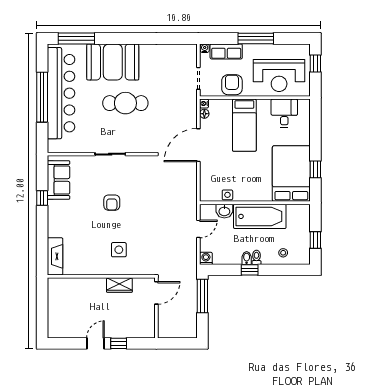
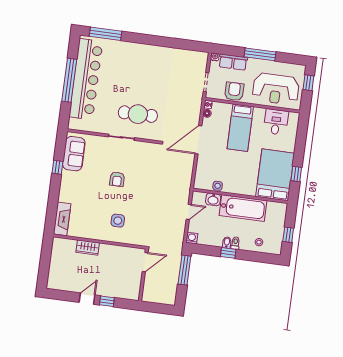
booth: (113, 62) -> (134, 58), removed
cafe table: (125, 103) -> (138, 114), moved
wardrobe: (119, 285) -> (88, 248), moved

